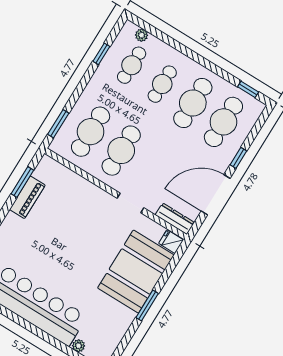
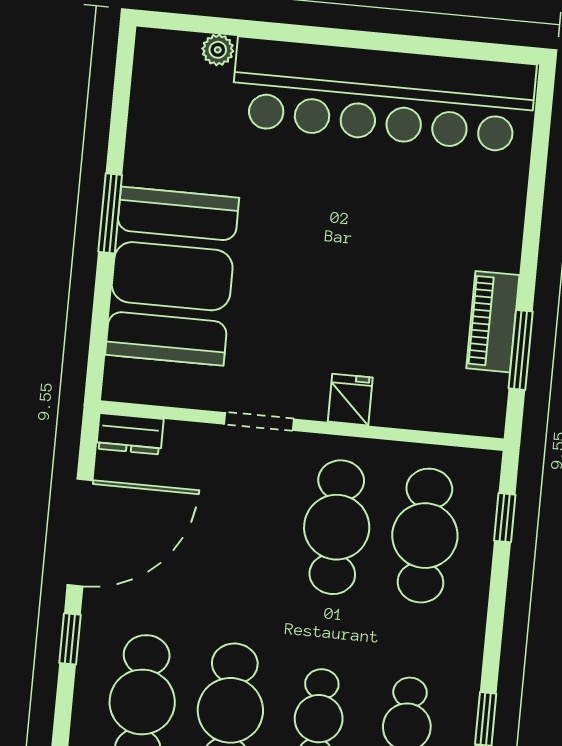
window: (58, 124) -> (505, 518), width x0.67
dresser: (175, 219) -> (130, 434), width x0.70
fridge: (171, 242) -> (350, 400), moved, turned -90

